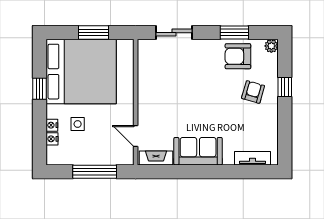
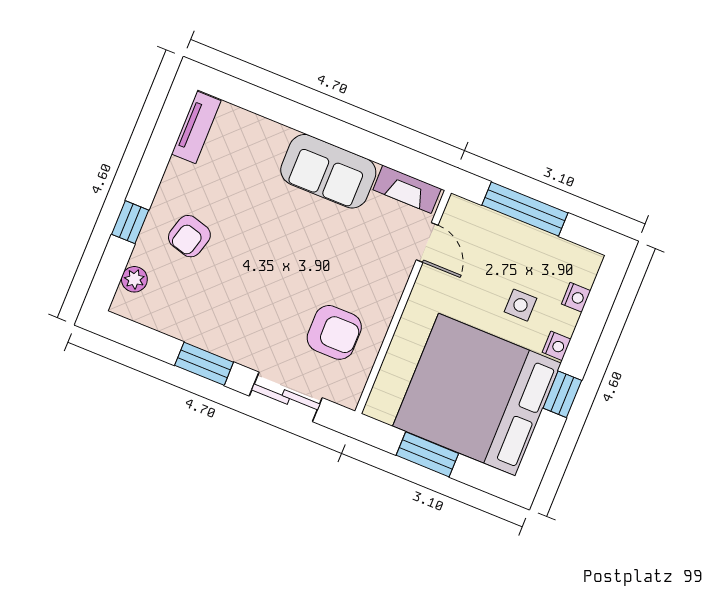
window: (234, 33) -> (204, 364), moved
plant: (271, 46) -> (134, 279), moved
armchair: (238, 56) -> (334, 332), moved
nightstand: (52, 125) -> (557, 346), moved
tv unit: (253, 158) -> (196, 127), moved, turned -90

